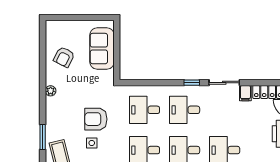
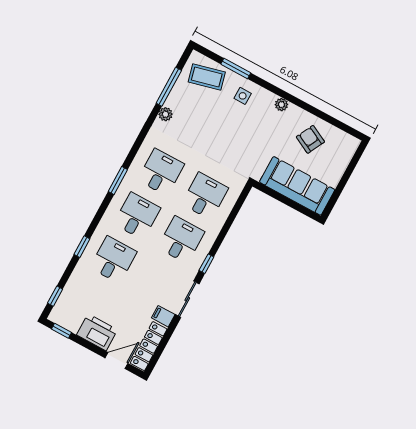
sofa: (102, 49) -> (297, 186), width x1.36
armchair: (96, 119) -> (224, 137), removed
side table: (92, 143) -> (243, 96), moved

